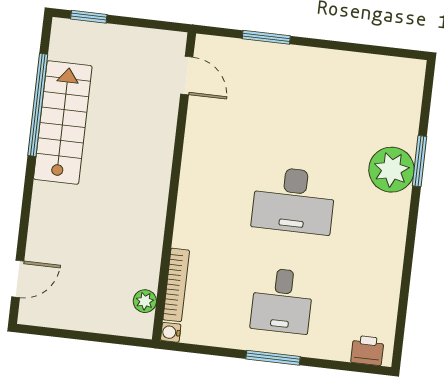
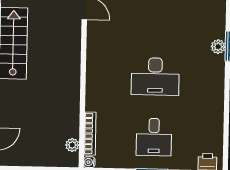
plant: (392, 170) -> (218, 47), width x0.53, depth x0.53

